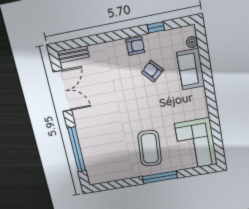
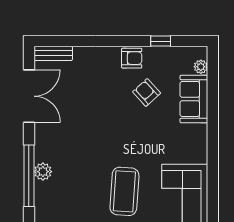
plant: (86, 145) -> (43, 172), added

